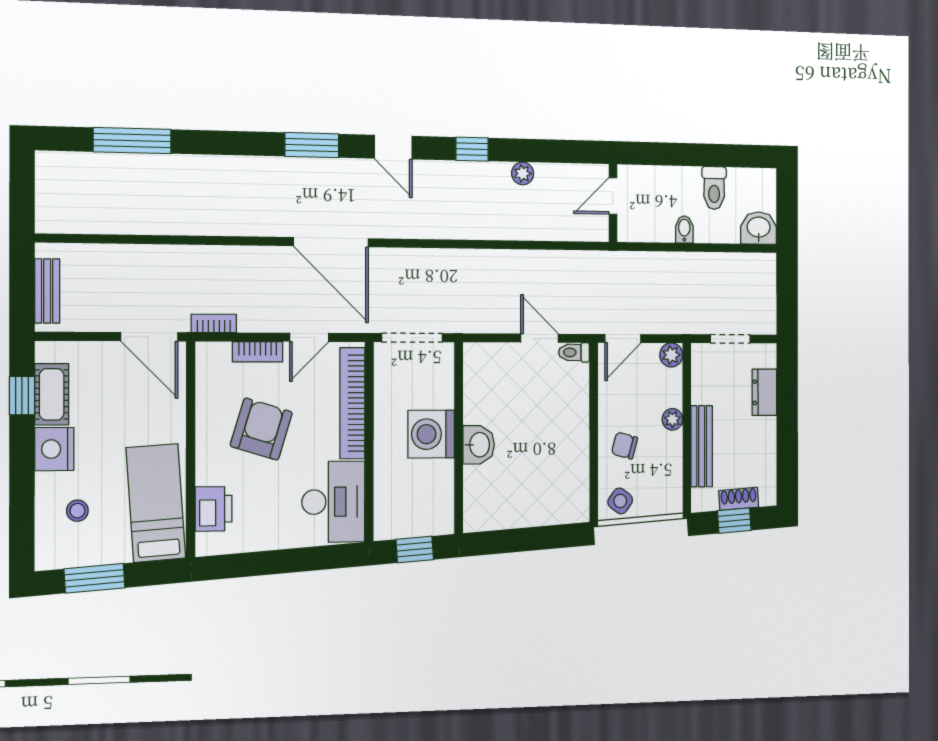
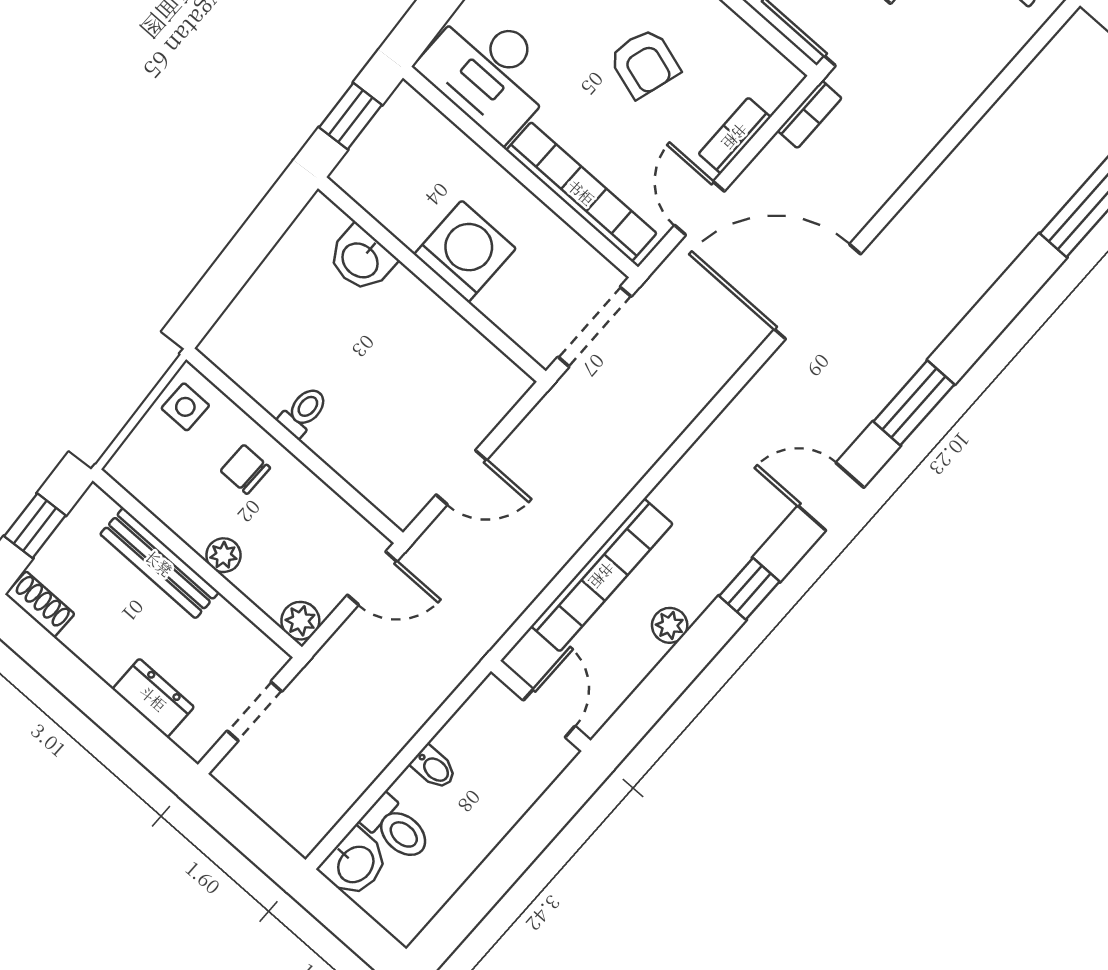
toilet: (714, 188) -> (397, 828), moved, turned 180
bookcase: (527, 228) -> (602, 575), added
door: (331, 242) -> (818, 292), moved
door: (623, 338) -> (372, 578), swing flipped
toilet: (574, 352) -> (303, 412), moved
armchair: (261, 429) -> (644, 63), width x0.72, depth x0.72
washbasin: (479, 445) -> (361, 259), moved
chair: (624, 446) -> (245, 469), turned -105
shoe rack: (739, 499) -> (40, 604), moved, turned -86
side table: (620, 501) -> (185, 407), turned -36

